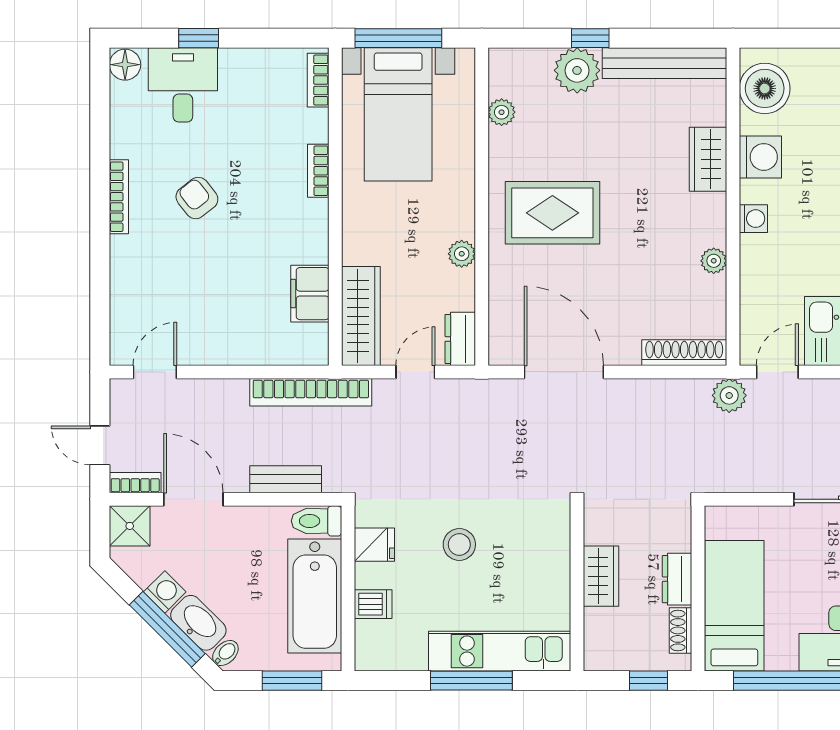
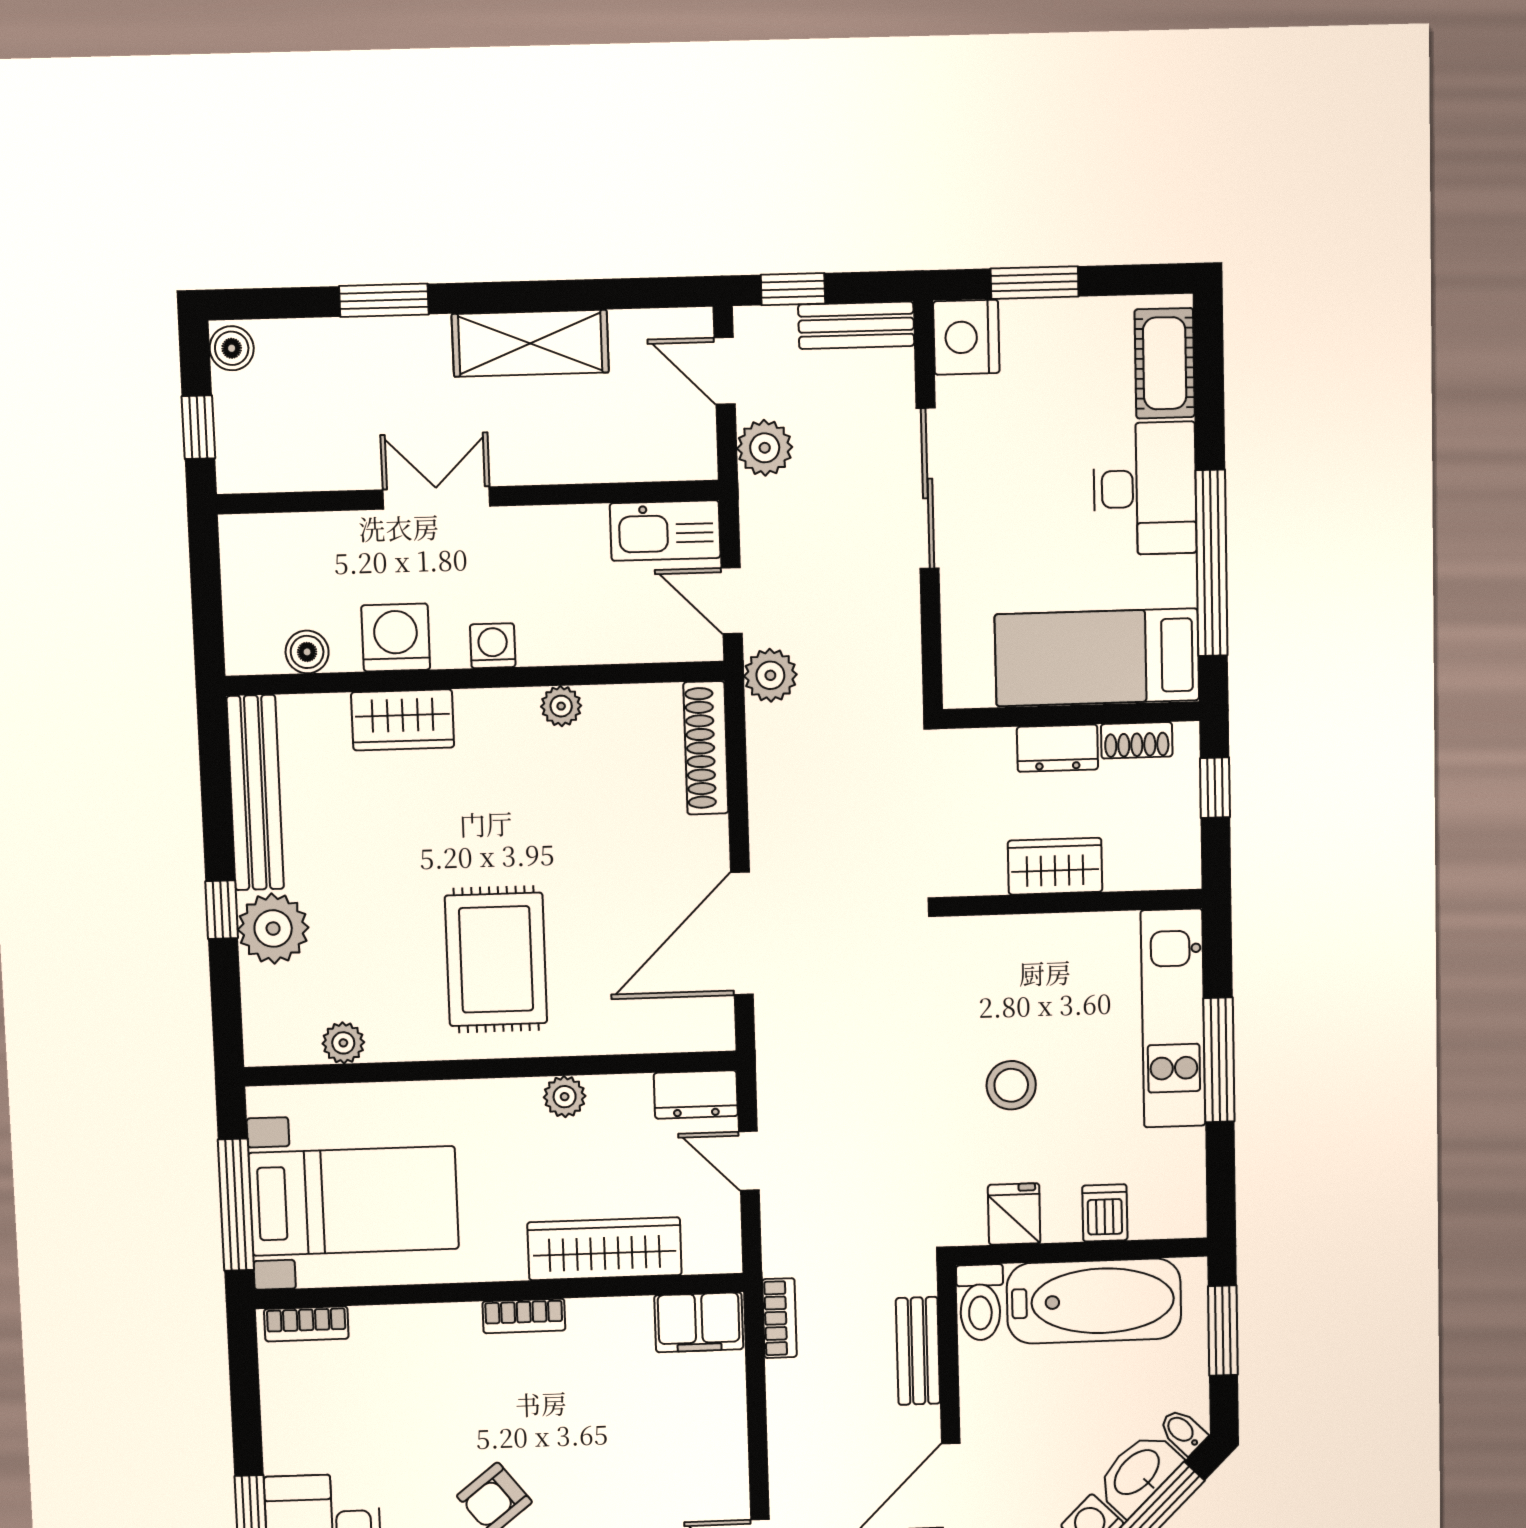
boiler: (765, 88) -> (307, 652), width x0.54, depth x0.54
bookcase: (318, 171) -> (524, 1316), moved
filing cabinet: (310, 294) -> (699, 1322), moved
wardrobe: (361, 316) -> (605, 1249), moved
bookcase: (311, 392) -> (780, 1318), width x0.43, depth x0.76

